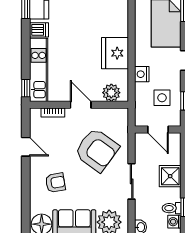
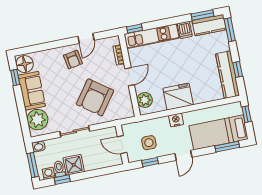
nightstand: (142, 74) -> (176, 120), moved
door: (158, 129) -> (122, 145), hinge flipped
shower: (170, 176) -> (74, 165), moved
armchair: (55, 183) -> (73, 60), moved

